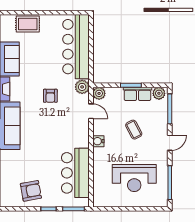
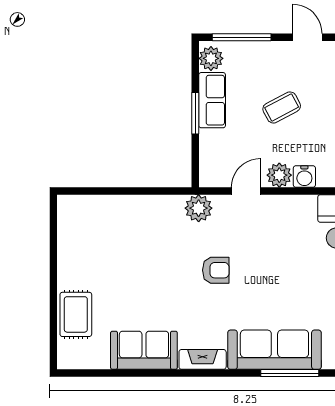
bar counter: (76, 47) -> (120, 220), removed
plant: (99, 93) -> (279, 175), moved

